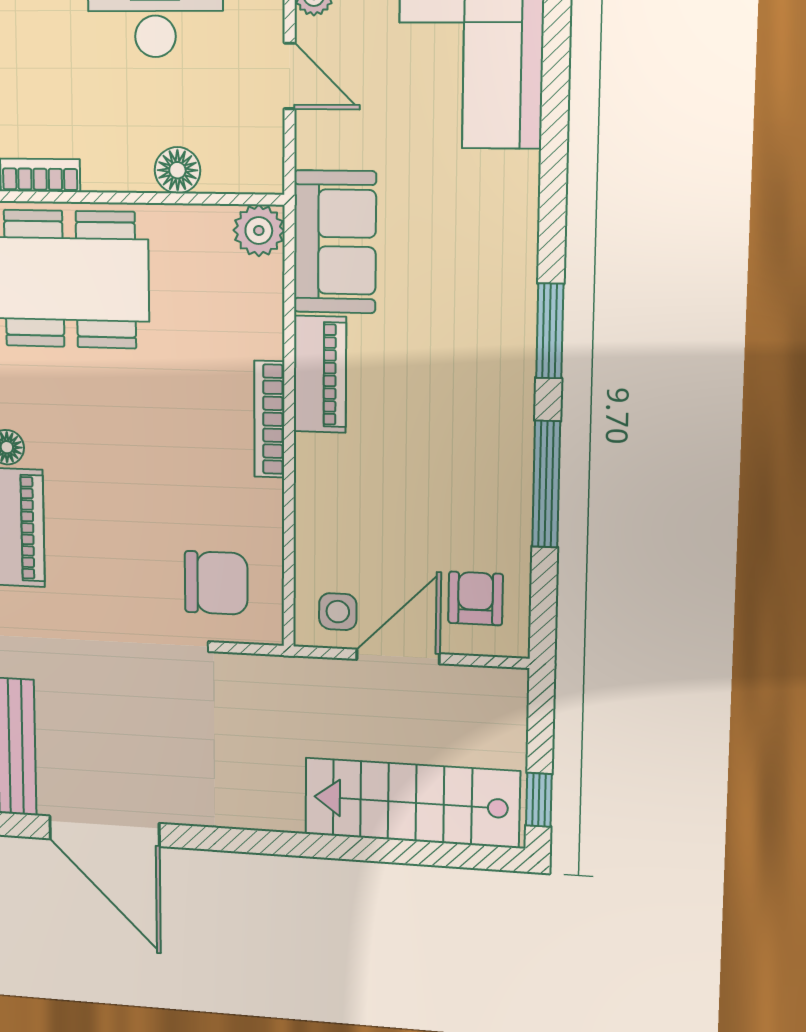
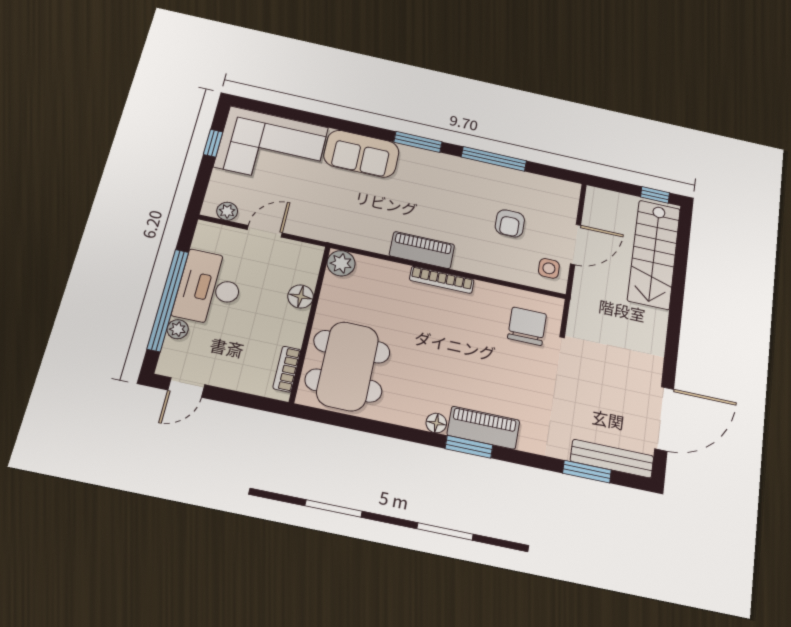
sofa: (335, 242) -> (361, 154), moved, turned 180
armchair: (476, 598) -> (510, 223), moved, turned -90
door: (398, 657) -> (575, 244), swing flipped

